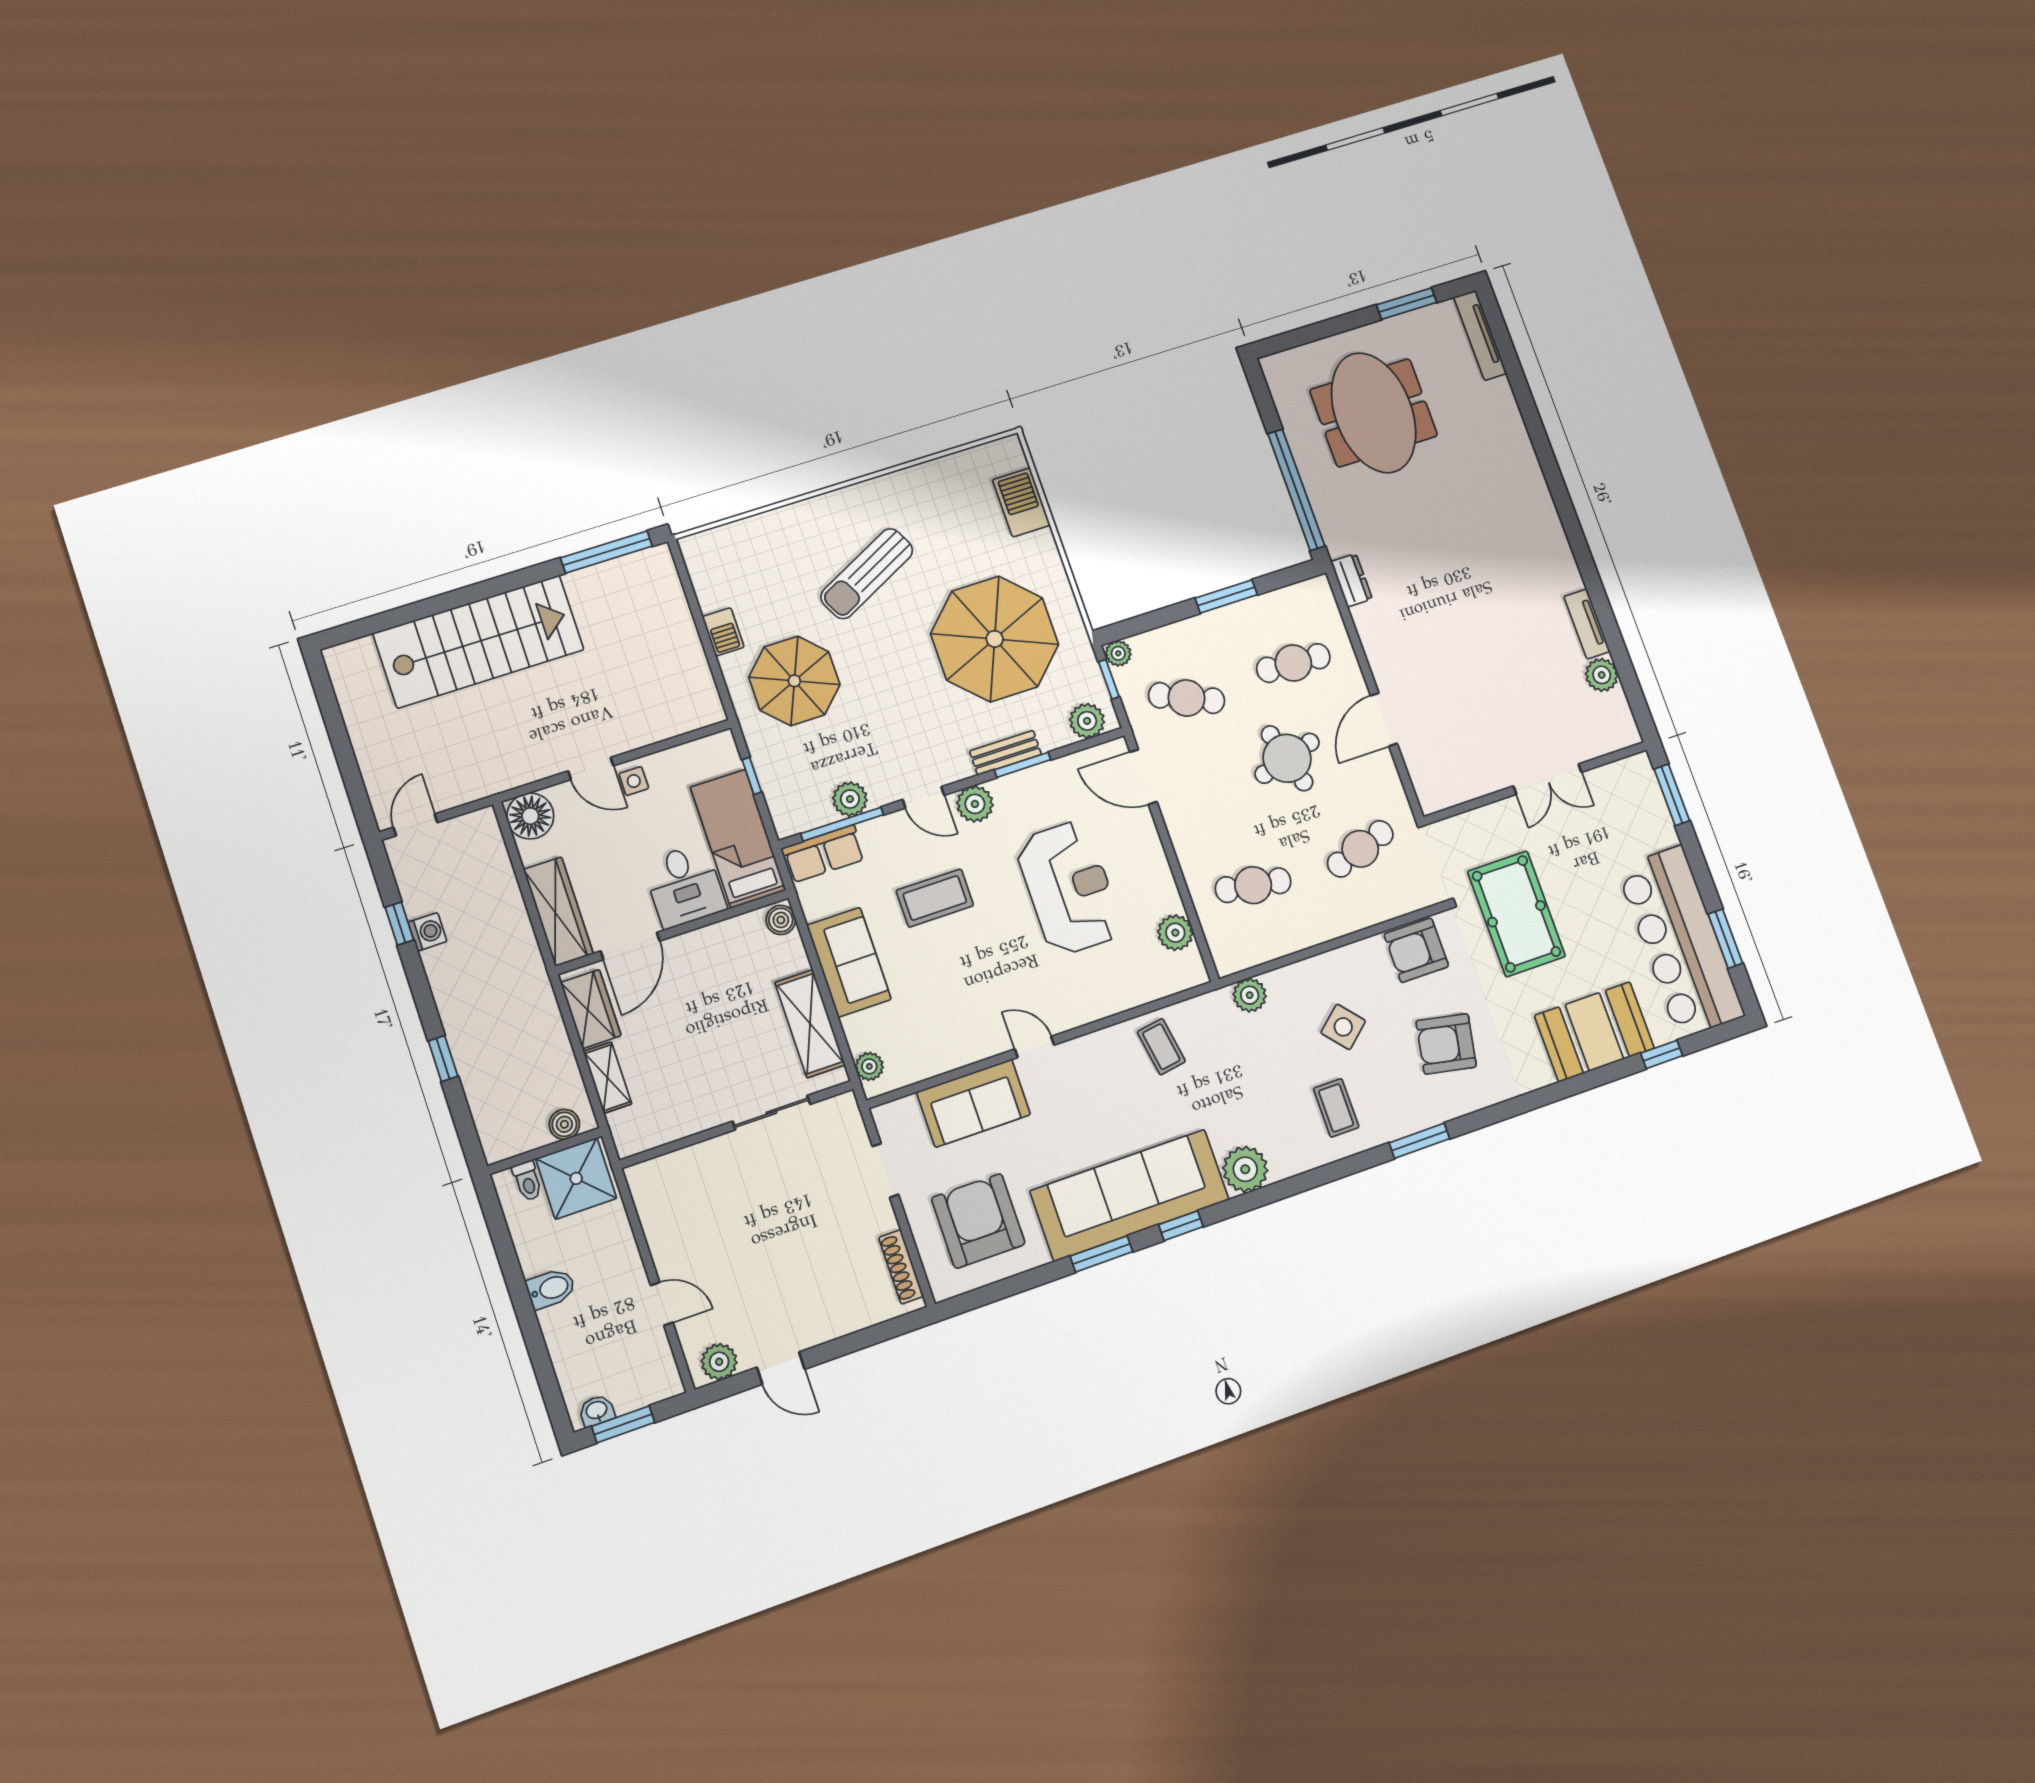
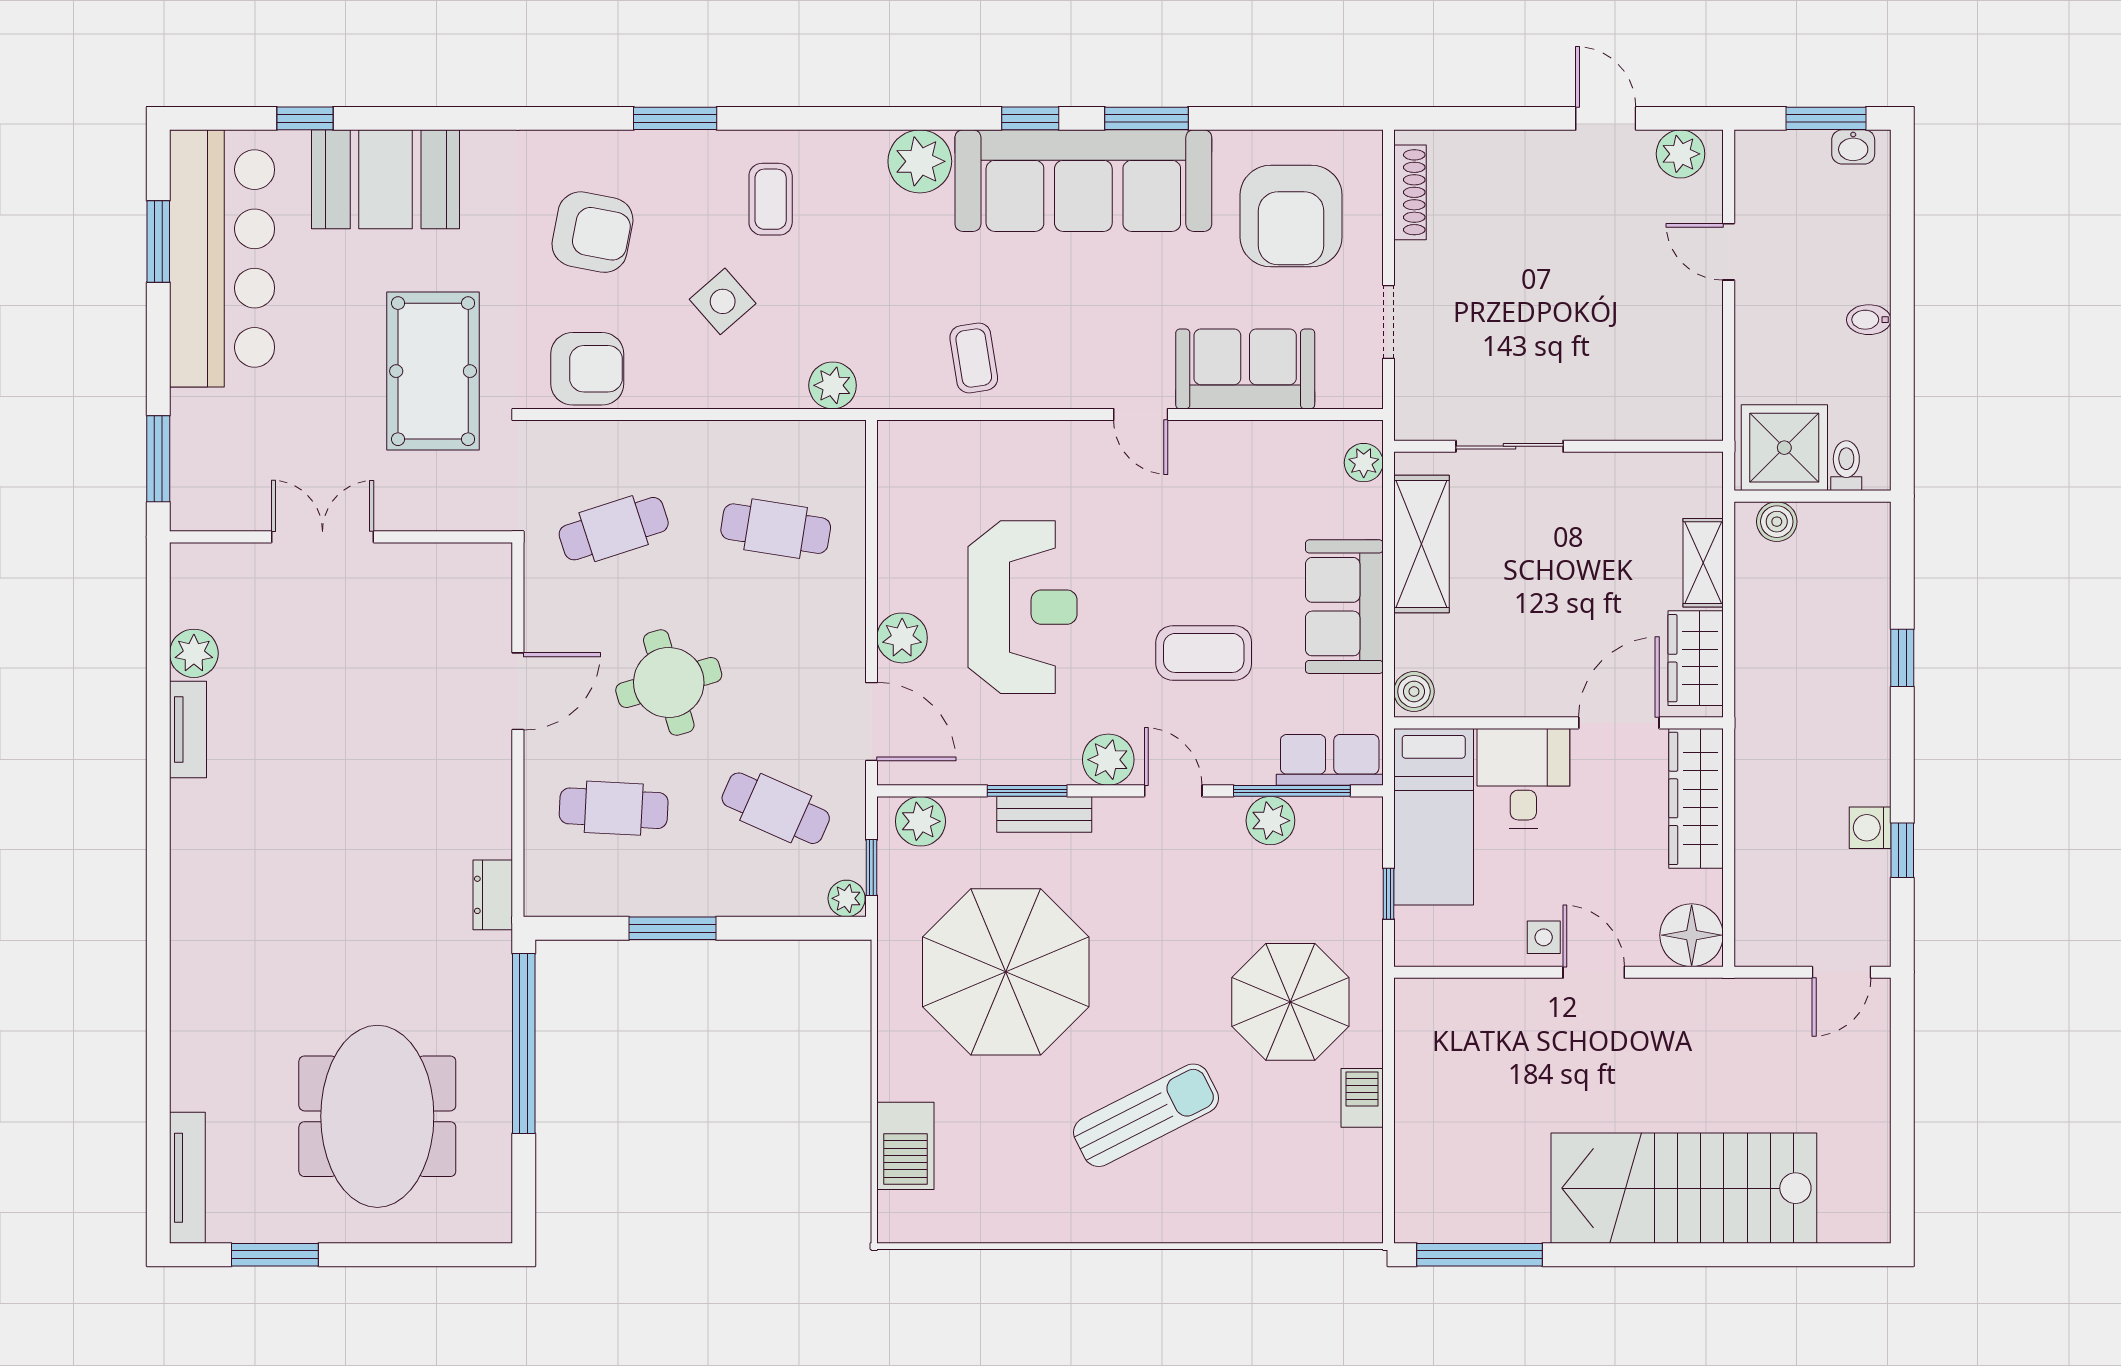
reception desk: (1069, 888) -> (1023, 607), turned 180
plant: (1175, 933) -> (902, 638), moved
bidet: (551, 1289) -> (1869, 320), width x0.72, depth x0.74

